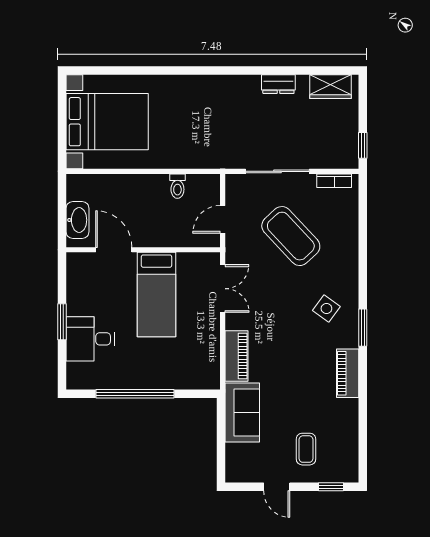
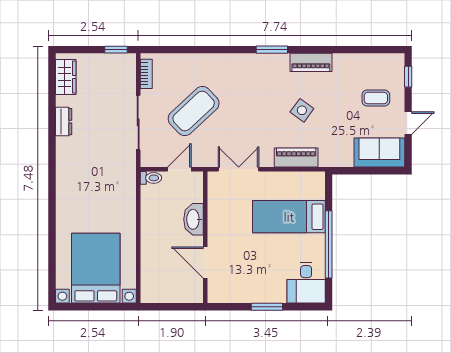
toilet: (177, 186) -> (151, 178), moved
door: (223, 219) -> (179, 169), swing flipped
washbasin: (78, 220) -> (194, 219), moved, turned -90
door: (114, 250) -> (205, 263), hinge flipped
bed: (156, 295) -> (289, 217), moved, turned 180
side table: (326, 308) -> (302, 110), moved
desk: (90, 339) -> (306, 283), moved
sofa: (242, 413) -> (379, 153), moved

